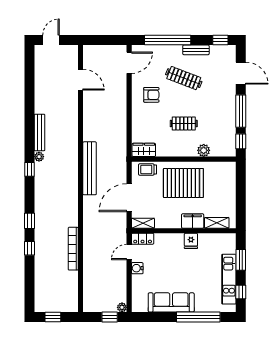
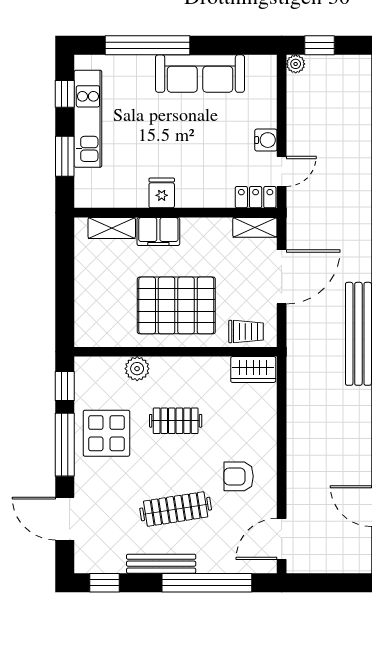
bench: (196, 50) -> (161, 564), width x1.36
clothes rail: (184, 78) -> (176, 509), turned -30
display table: (219, 117) -> (106, 433), added

